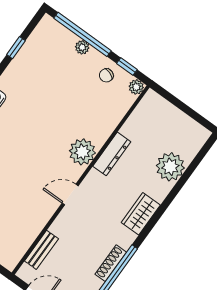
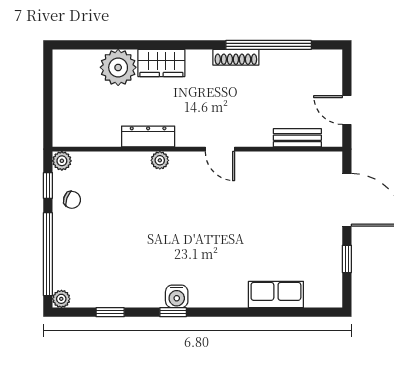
plant: (82, 47) -> (61, 299), moved
plant: (82, 152) -> (160, 160), width x0.53, depth x0.53
wardrobe: (141, 214) -> (161, 63), moved
shoe rack: (111, 263) -> (236, 57), moved

